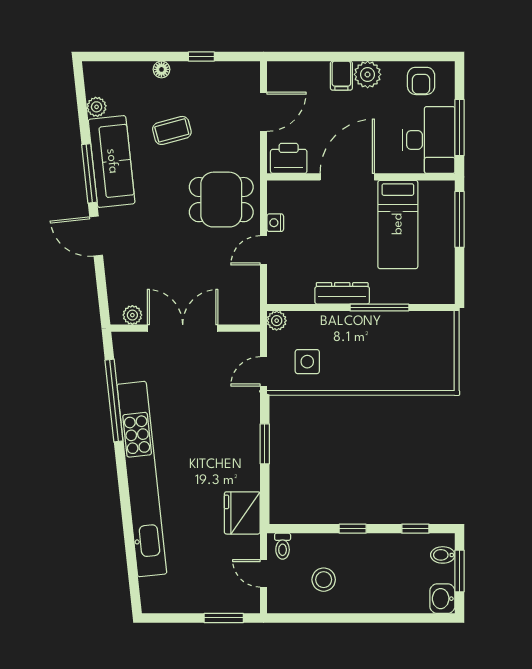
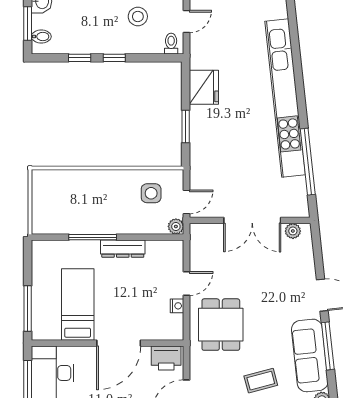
dining table: (221, 200) -> (221, 325), turned 90
door: (264, 371) -> (187, 202), moved
fridge: (242, 513) -> (204, 87), moved
window: (415, 529) -> (80, 58), moved
door: (264, 573) -> (187, 22), hinge flipped

